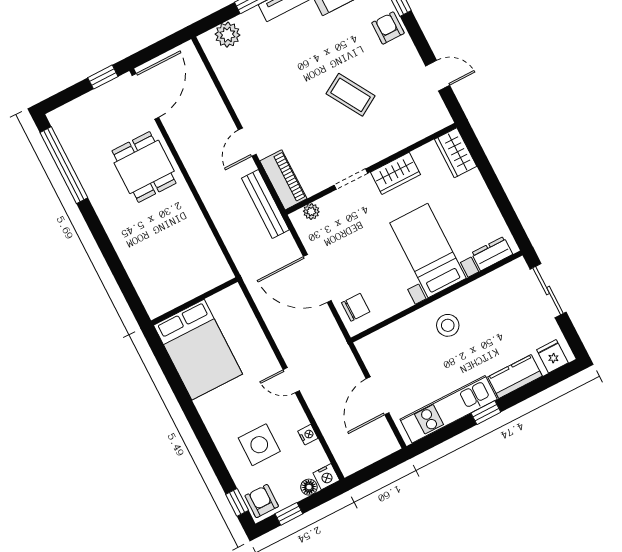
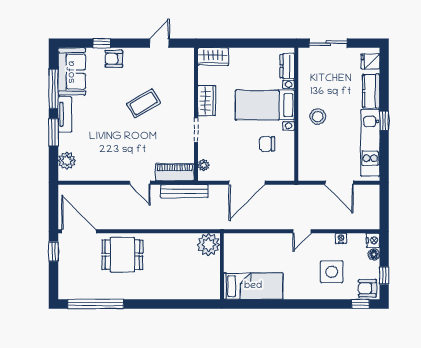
plant: (213, 270) -> (209, 245), added
chair: (356, 307) -> (267, 144), moved, turned -90
bed: (198, 350) -> (253, 286), width x0.67

